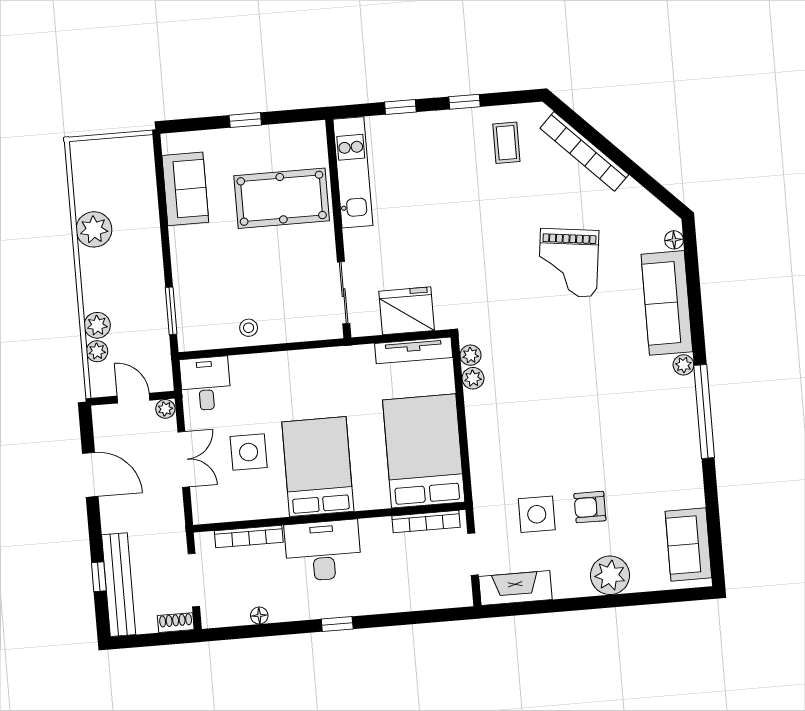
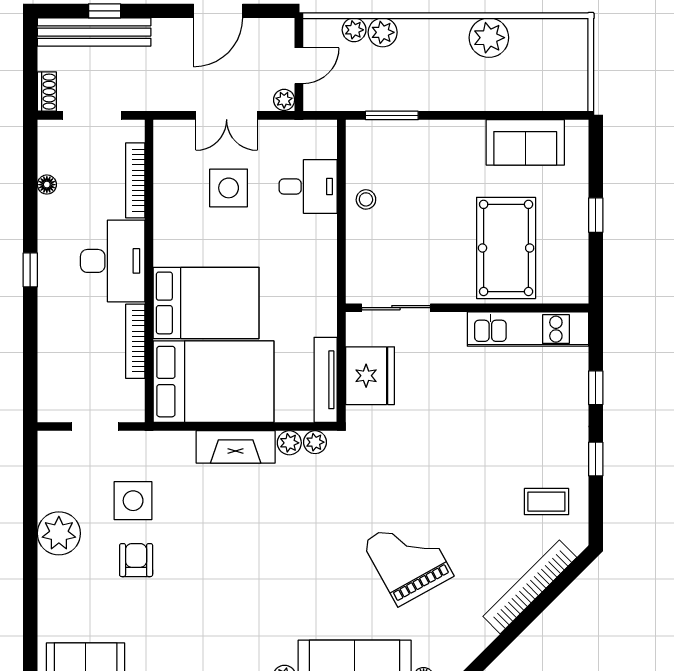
grand piano: (568, 263) -> (408, 559), turned 54
desk: (205, 384) -> (308, 186), moved
bed: (318, 467) -> (206, 303), moved
bookcase: (426, 522) -> (135, 341), moved
plant: (610, 575) -> (59, 533), moved
fireplace: (515, 588) -> (236, 447), moved, turned 90

